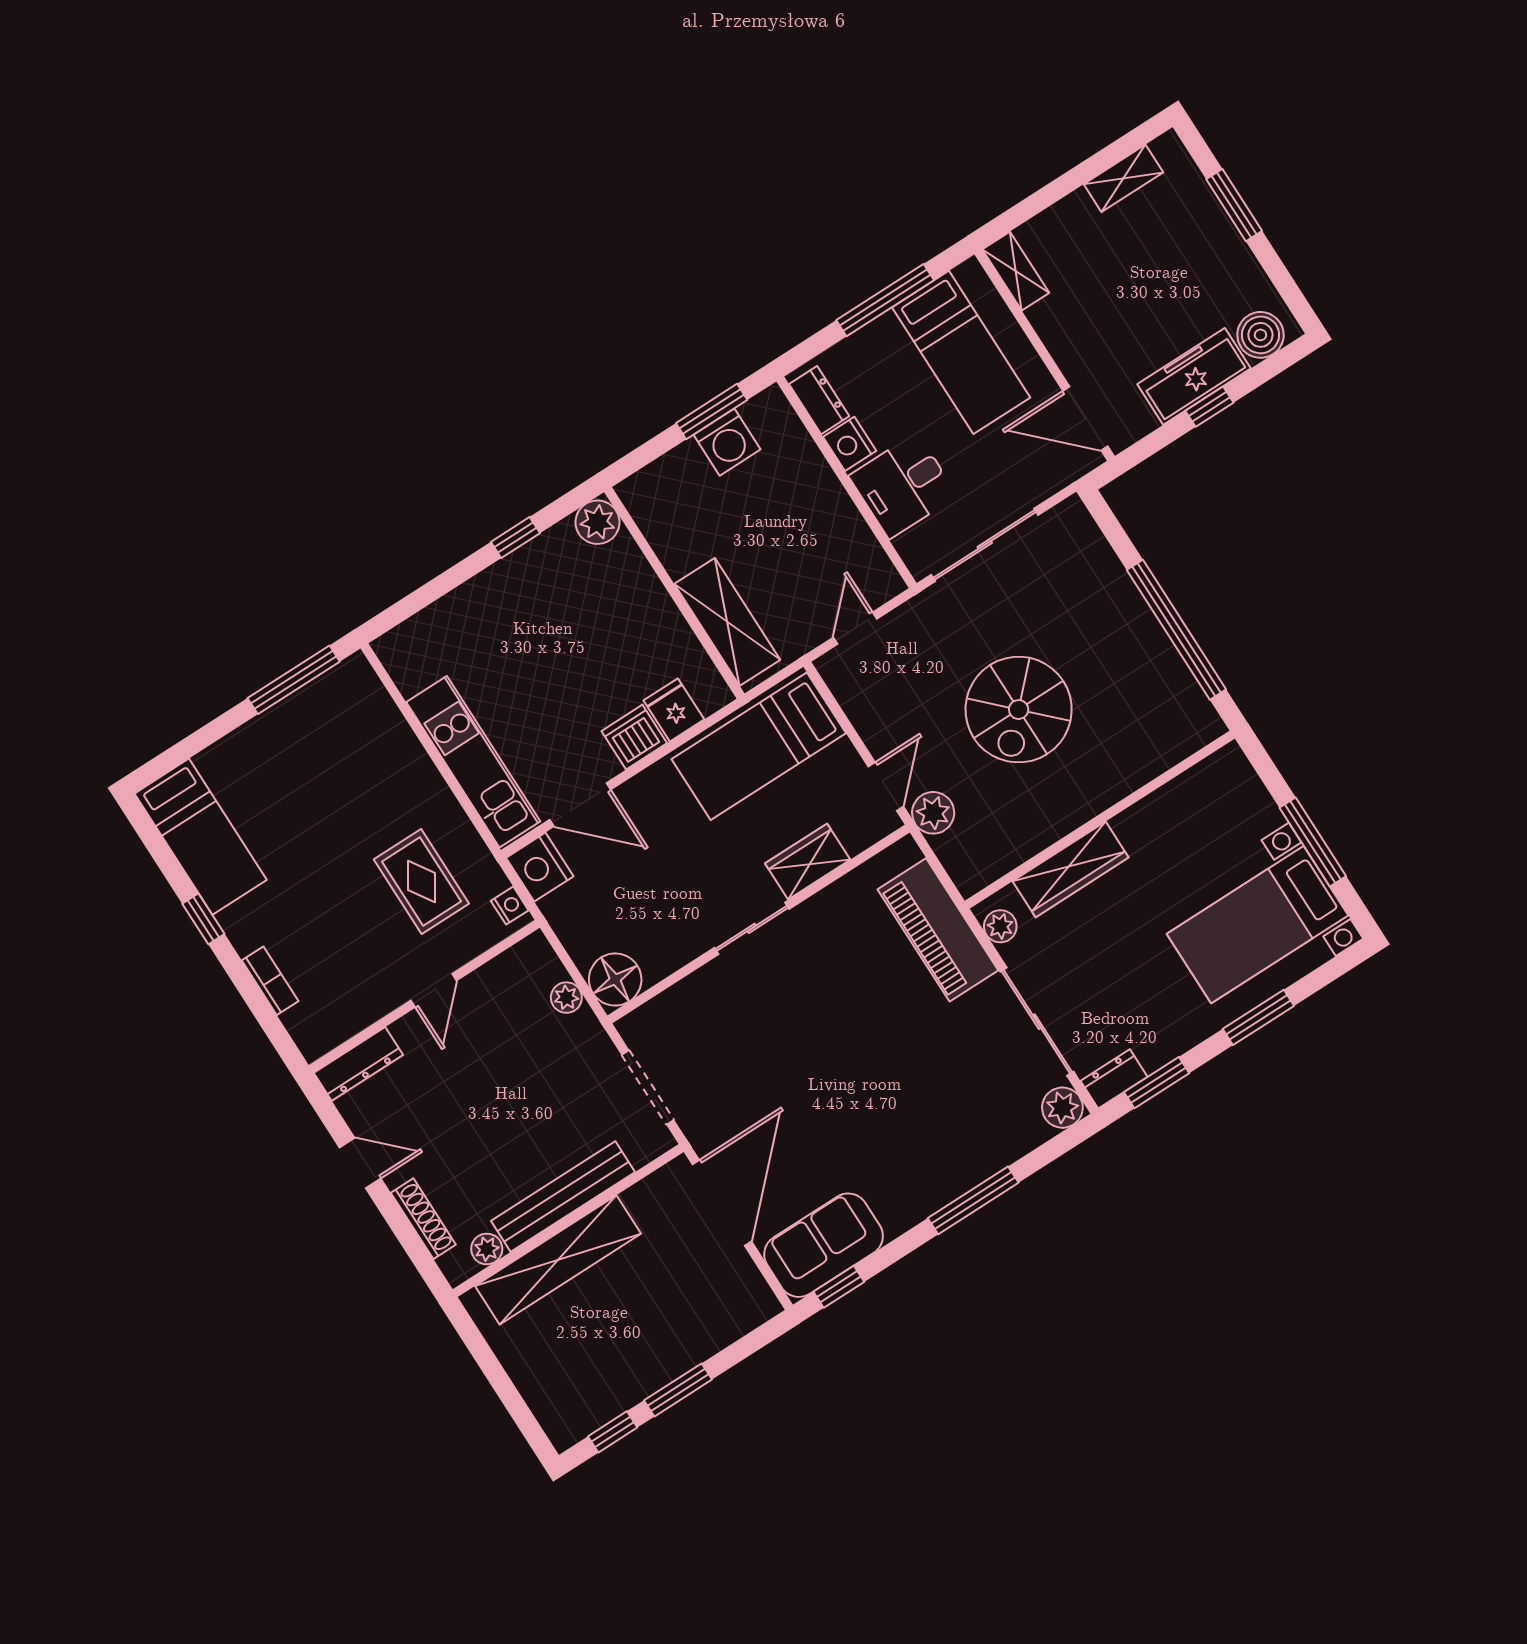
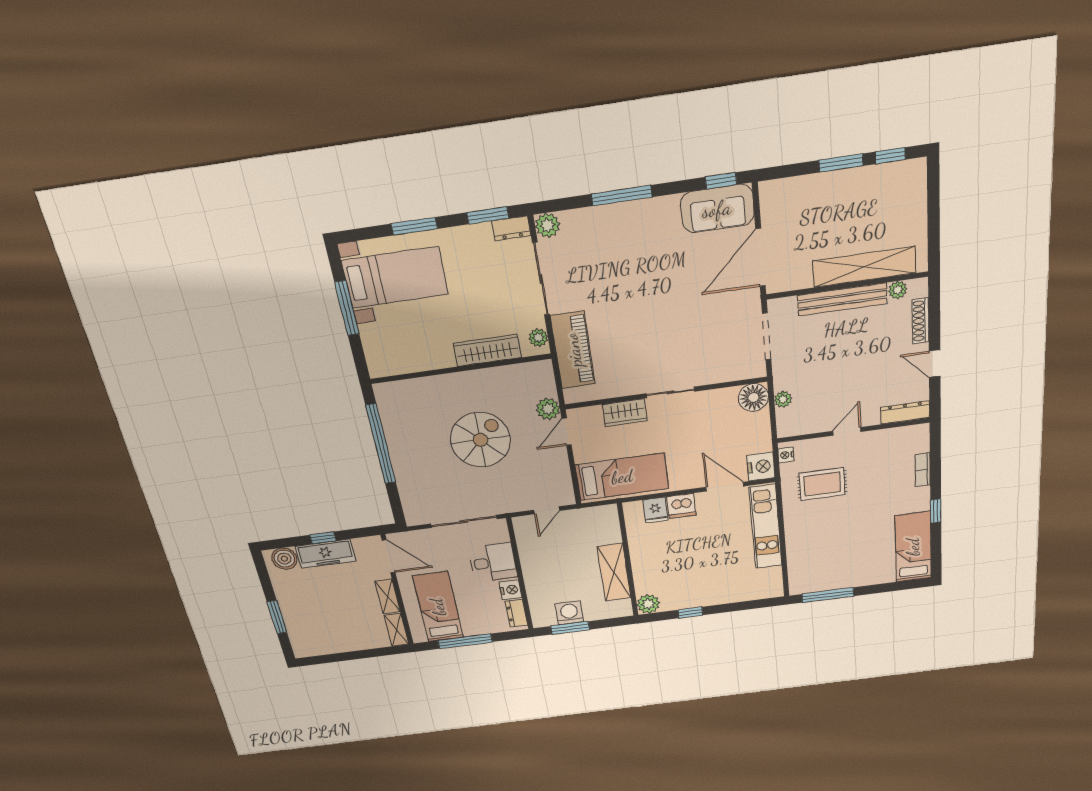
shelving: (1123, 178) -> (388, 596), moved, turned 90
shelving: (727, 622) -> (614, 572), moved
rug: (421, 881) -> (822, 484), turned 90

